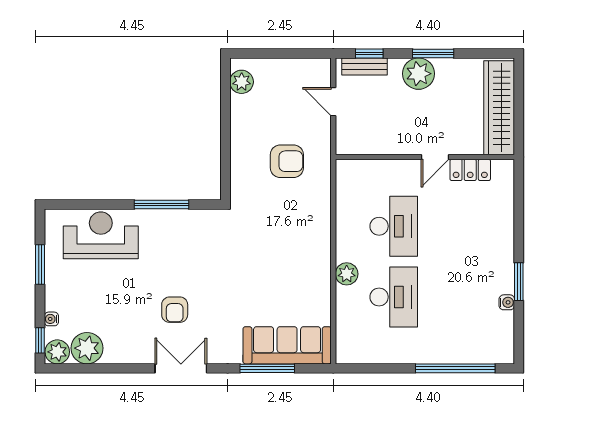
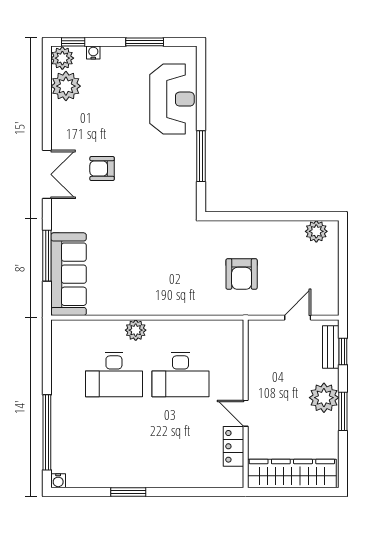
water cooler: (507, 302) -> (58, 481), moved

